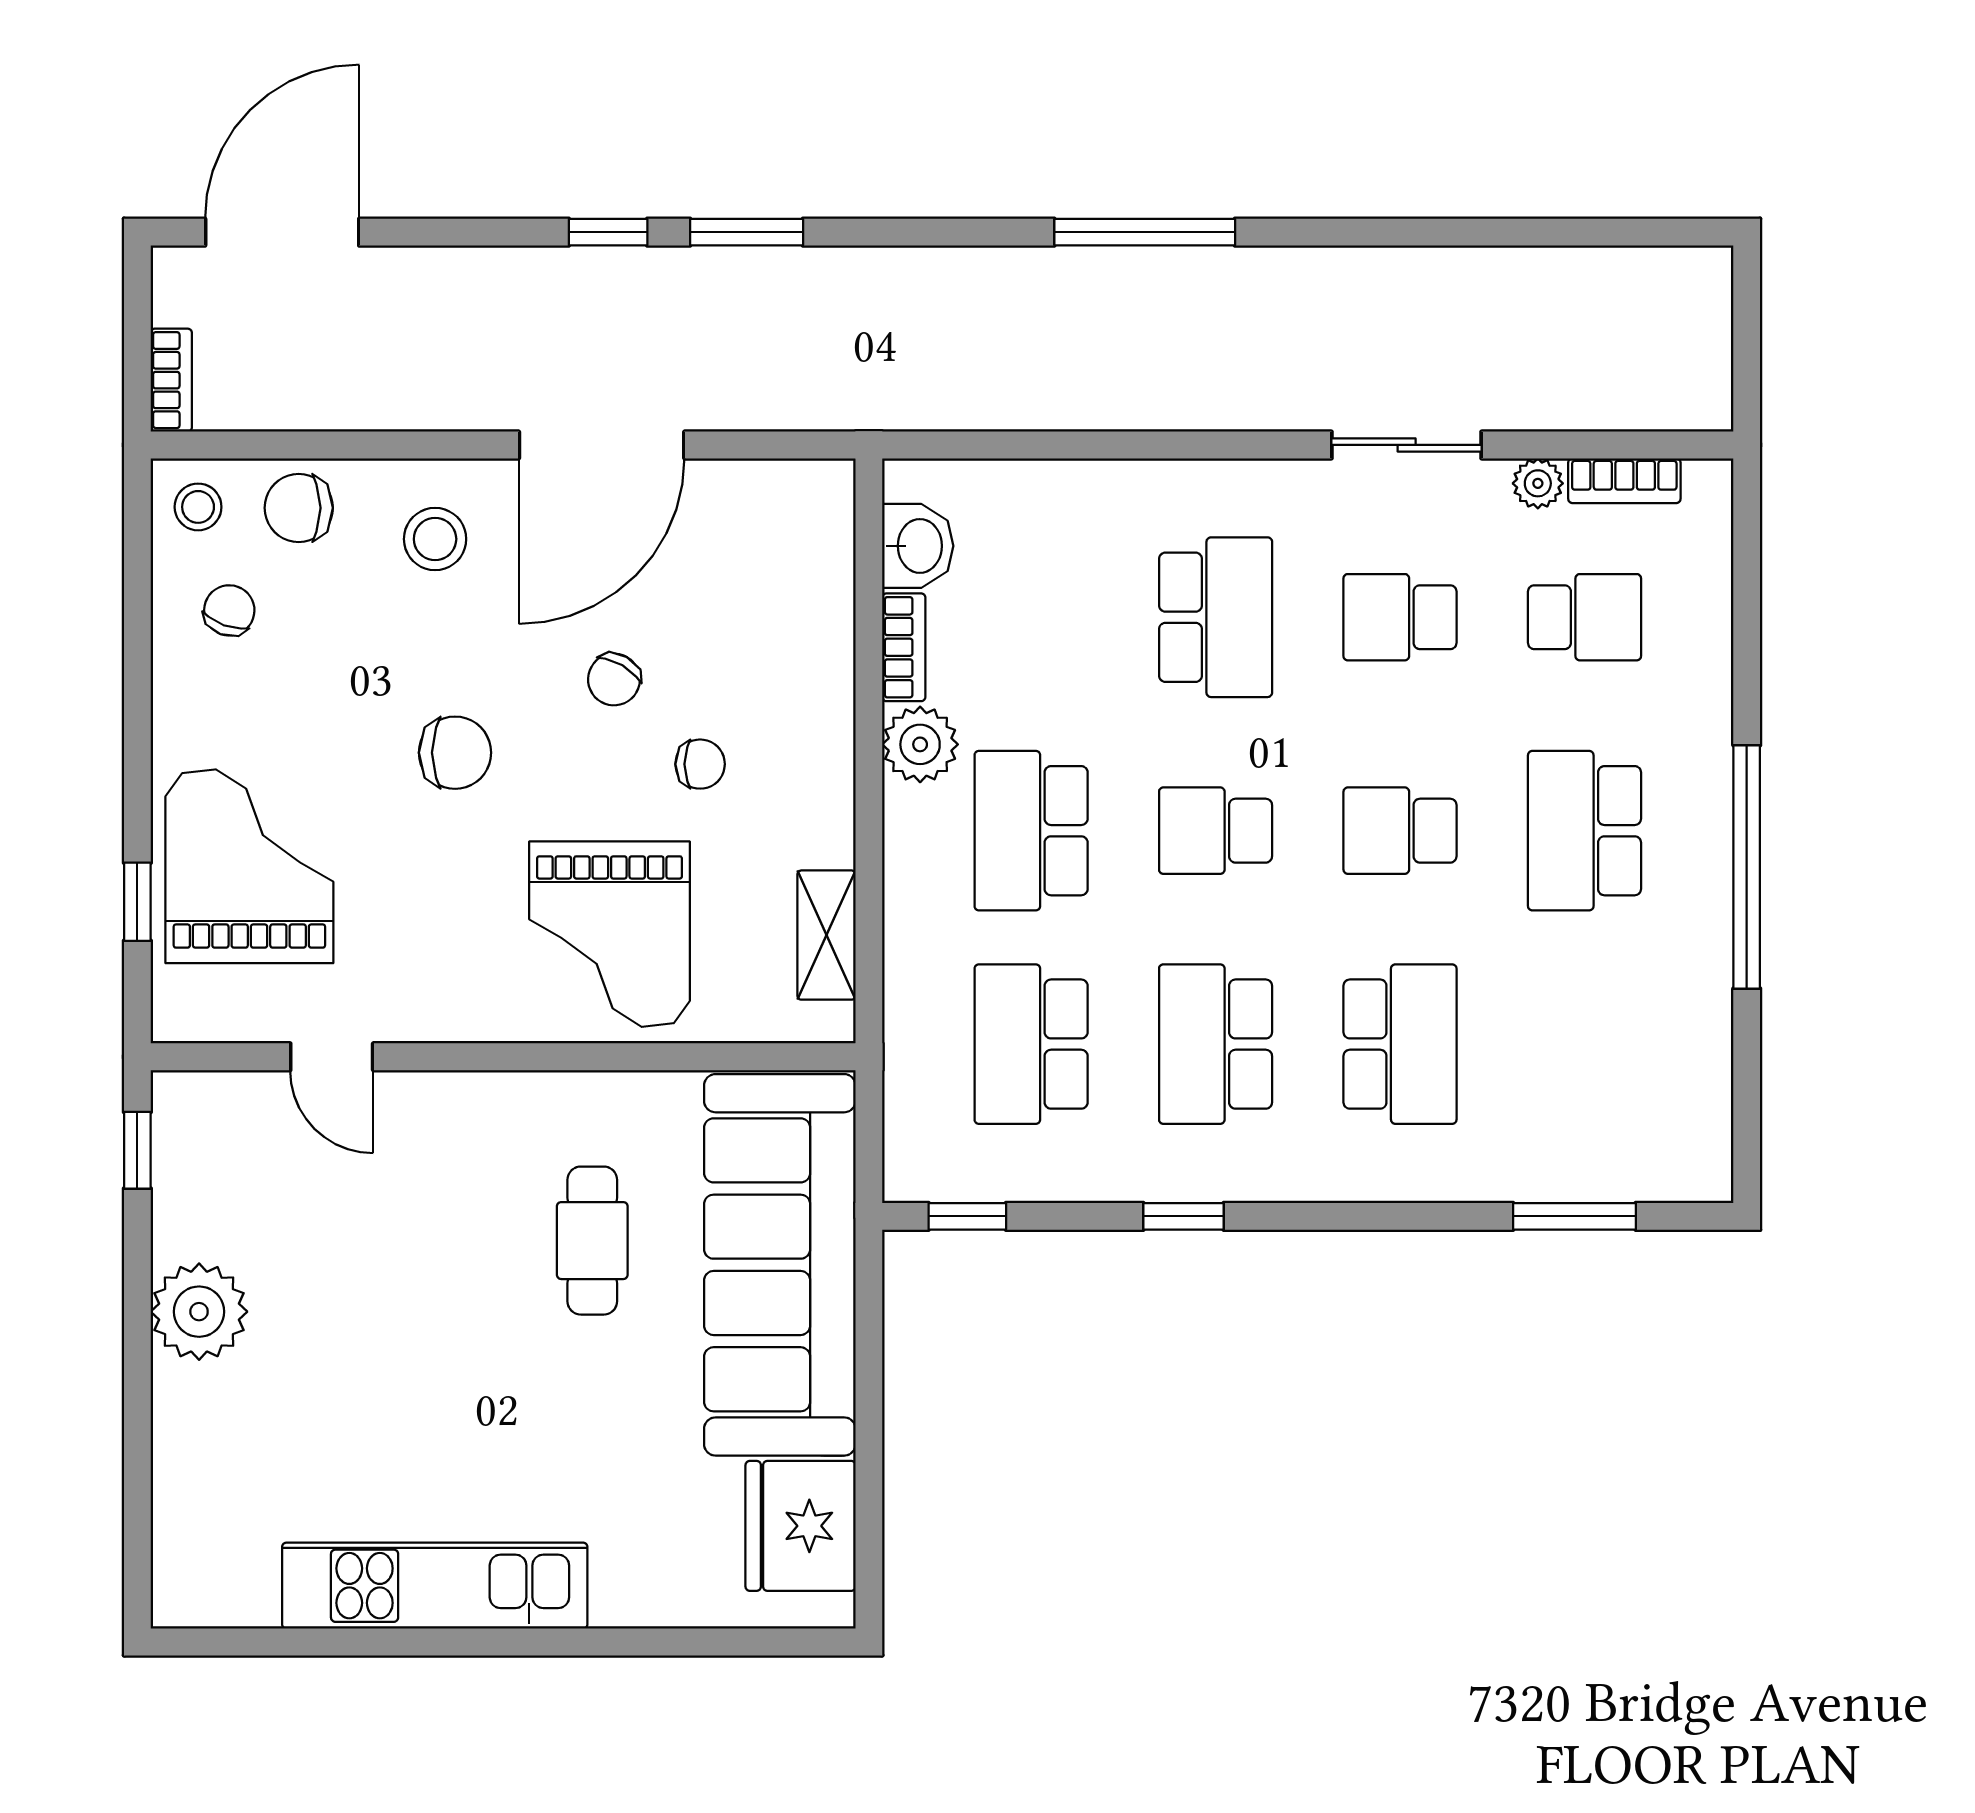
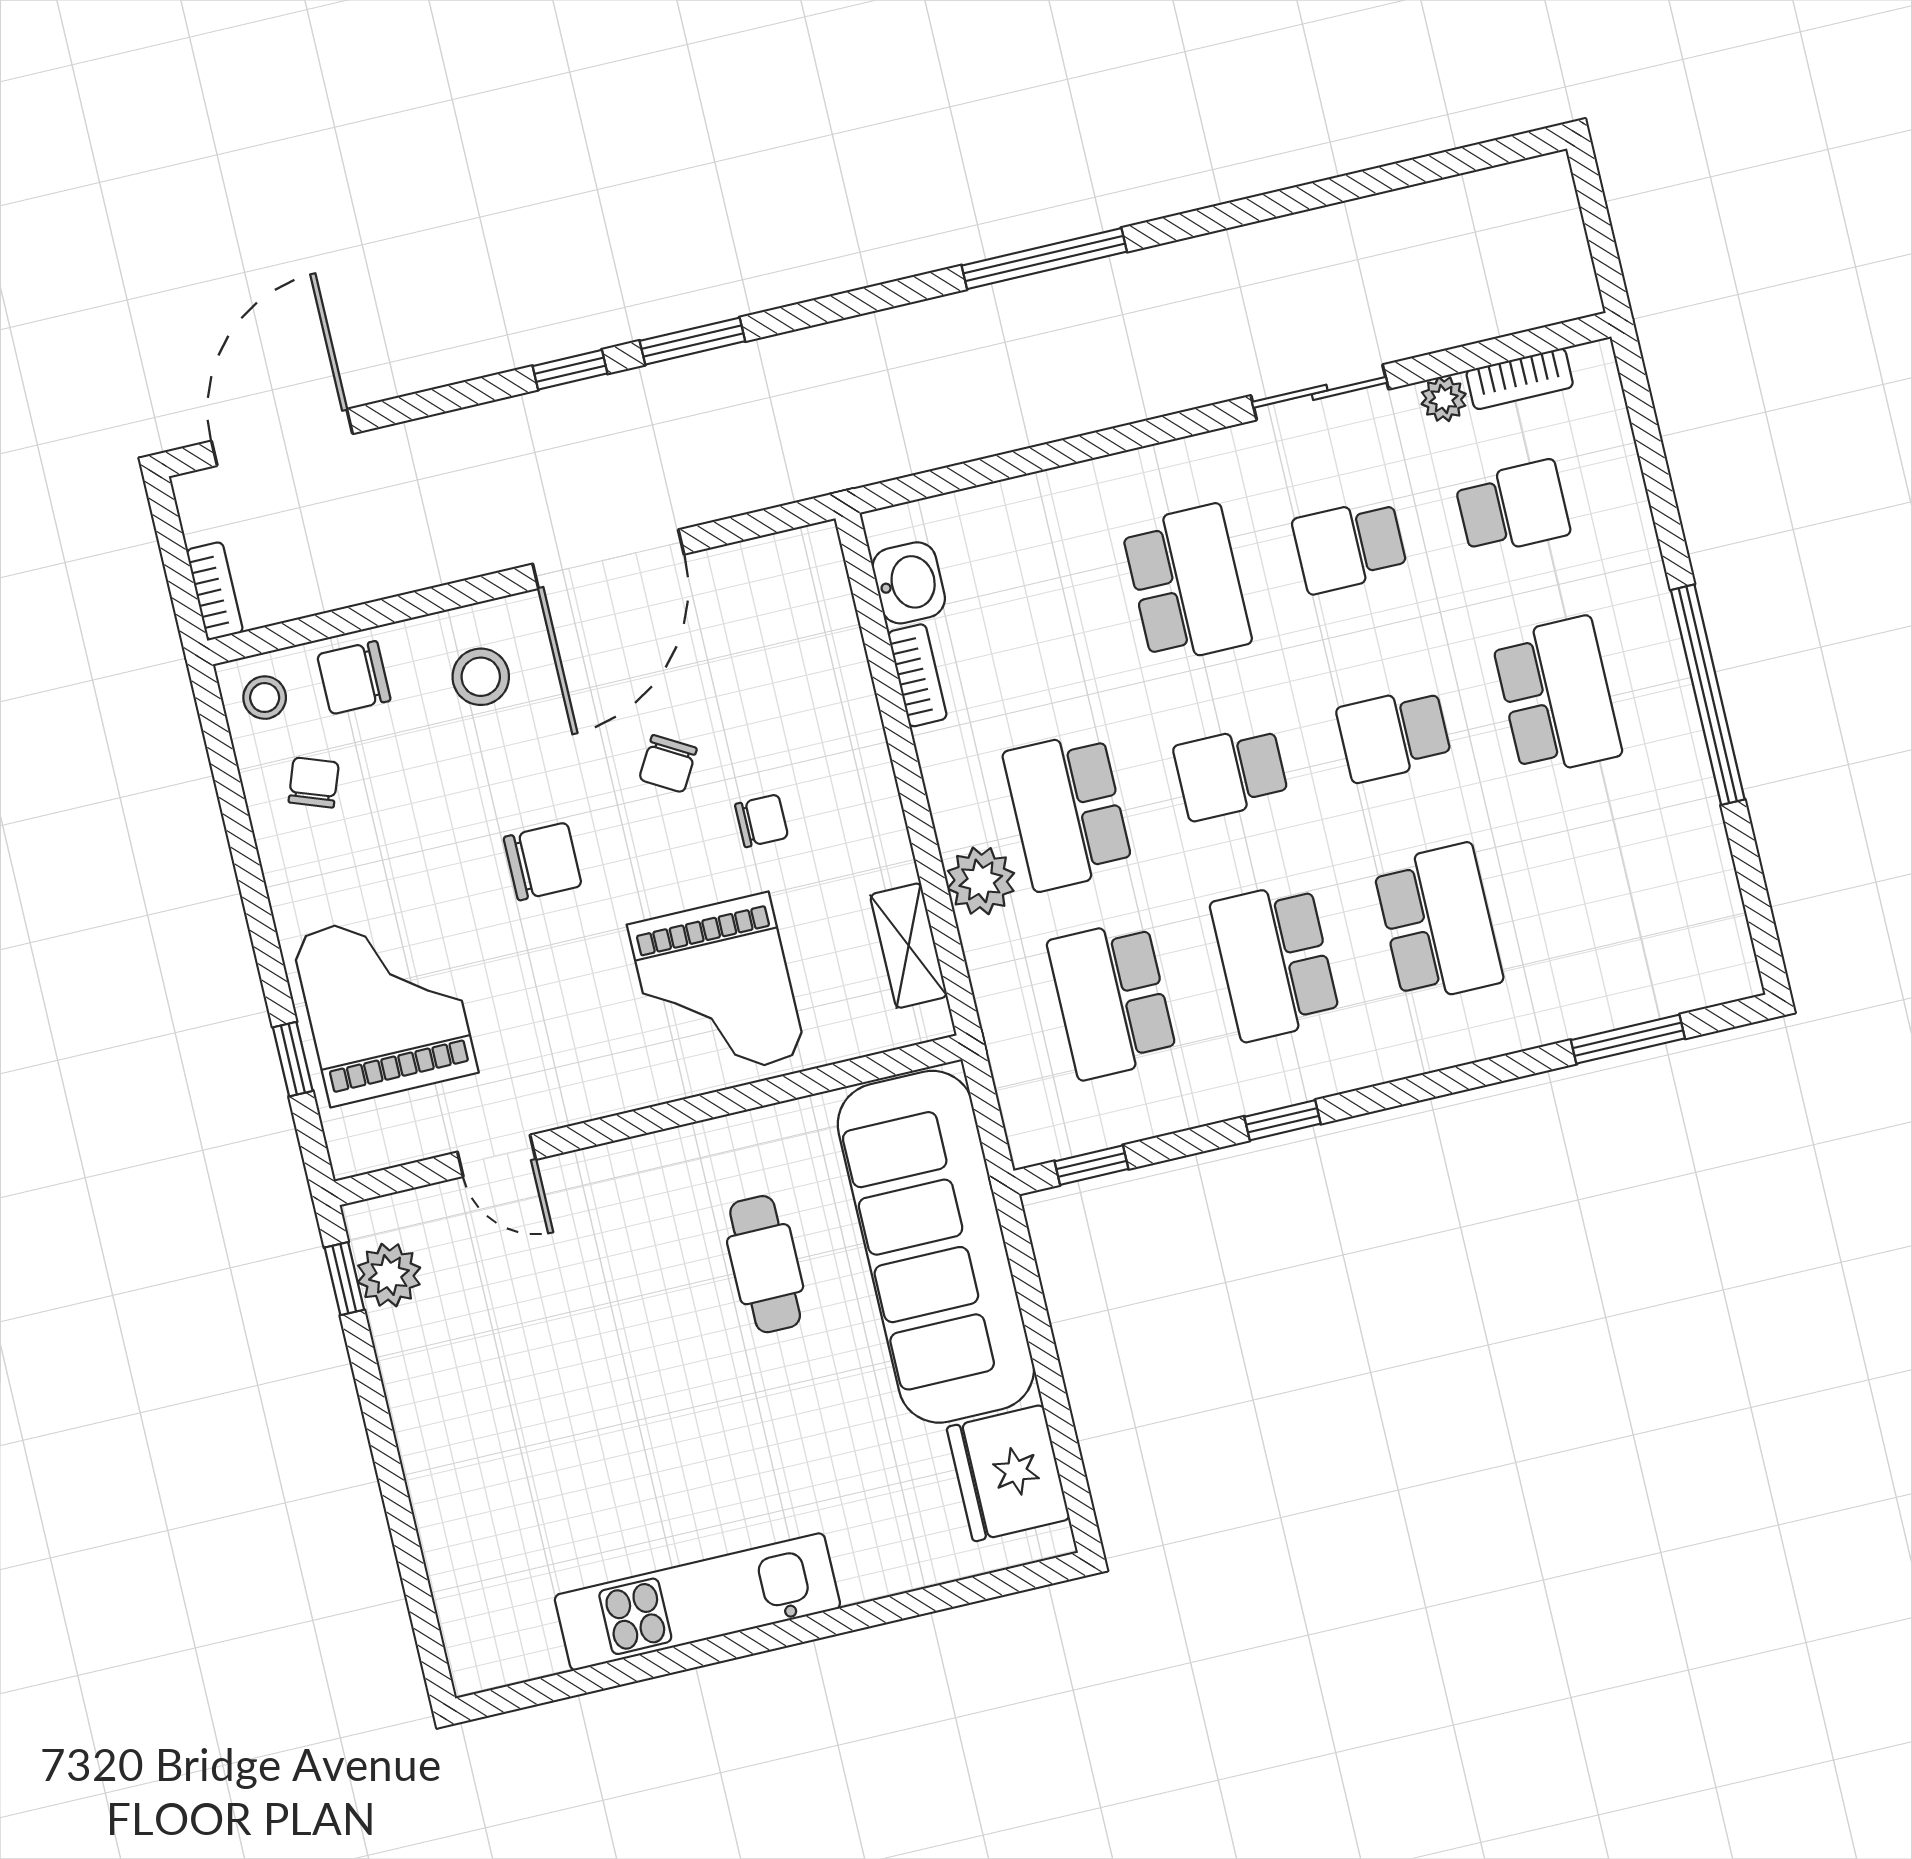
plant: (920, 744) -> (981, 881), moved
school desk: (1585, 831) -> (1557, 696), turned 180
plant: (199, 1312) -> (389, 1275), moved, width x0.73, depth x0.73

